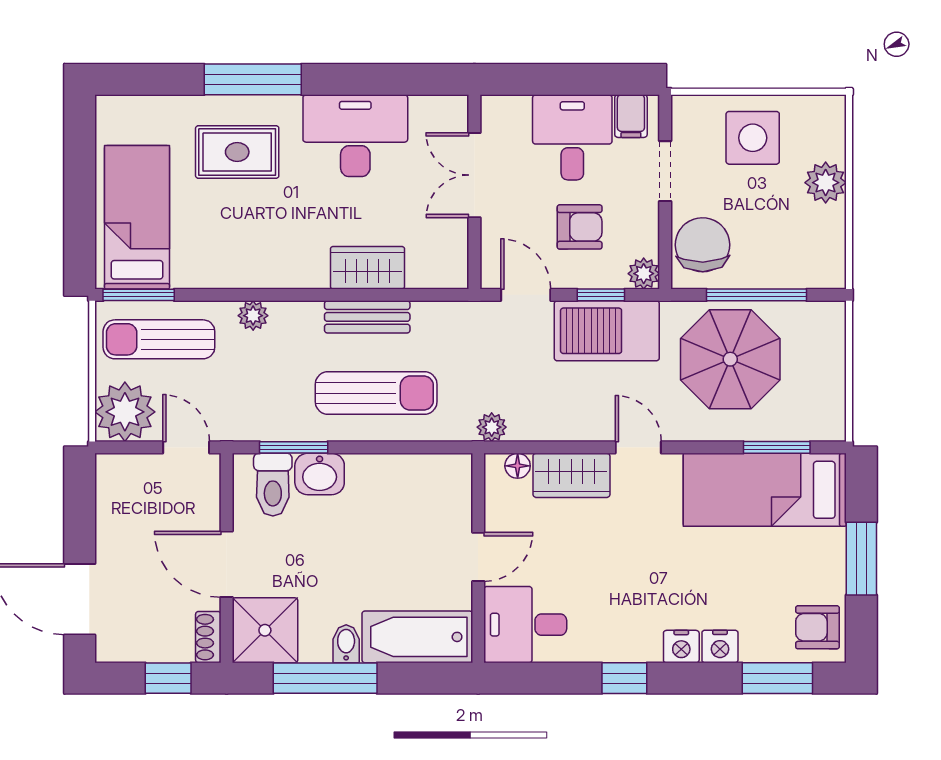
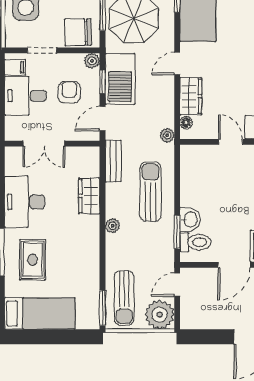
bed: (137, 217) -> (40, 313), moved, turned 180
plant: (253, 316) -> (113, 226), moved
bench: (367, 317) -> (113, 161), moved

